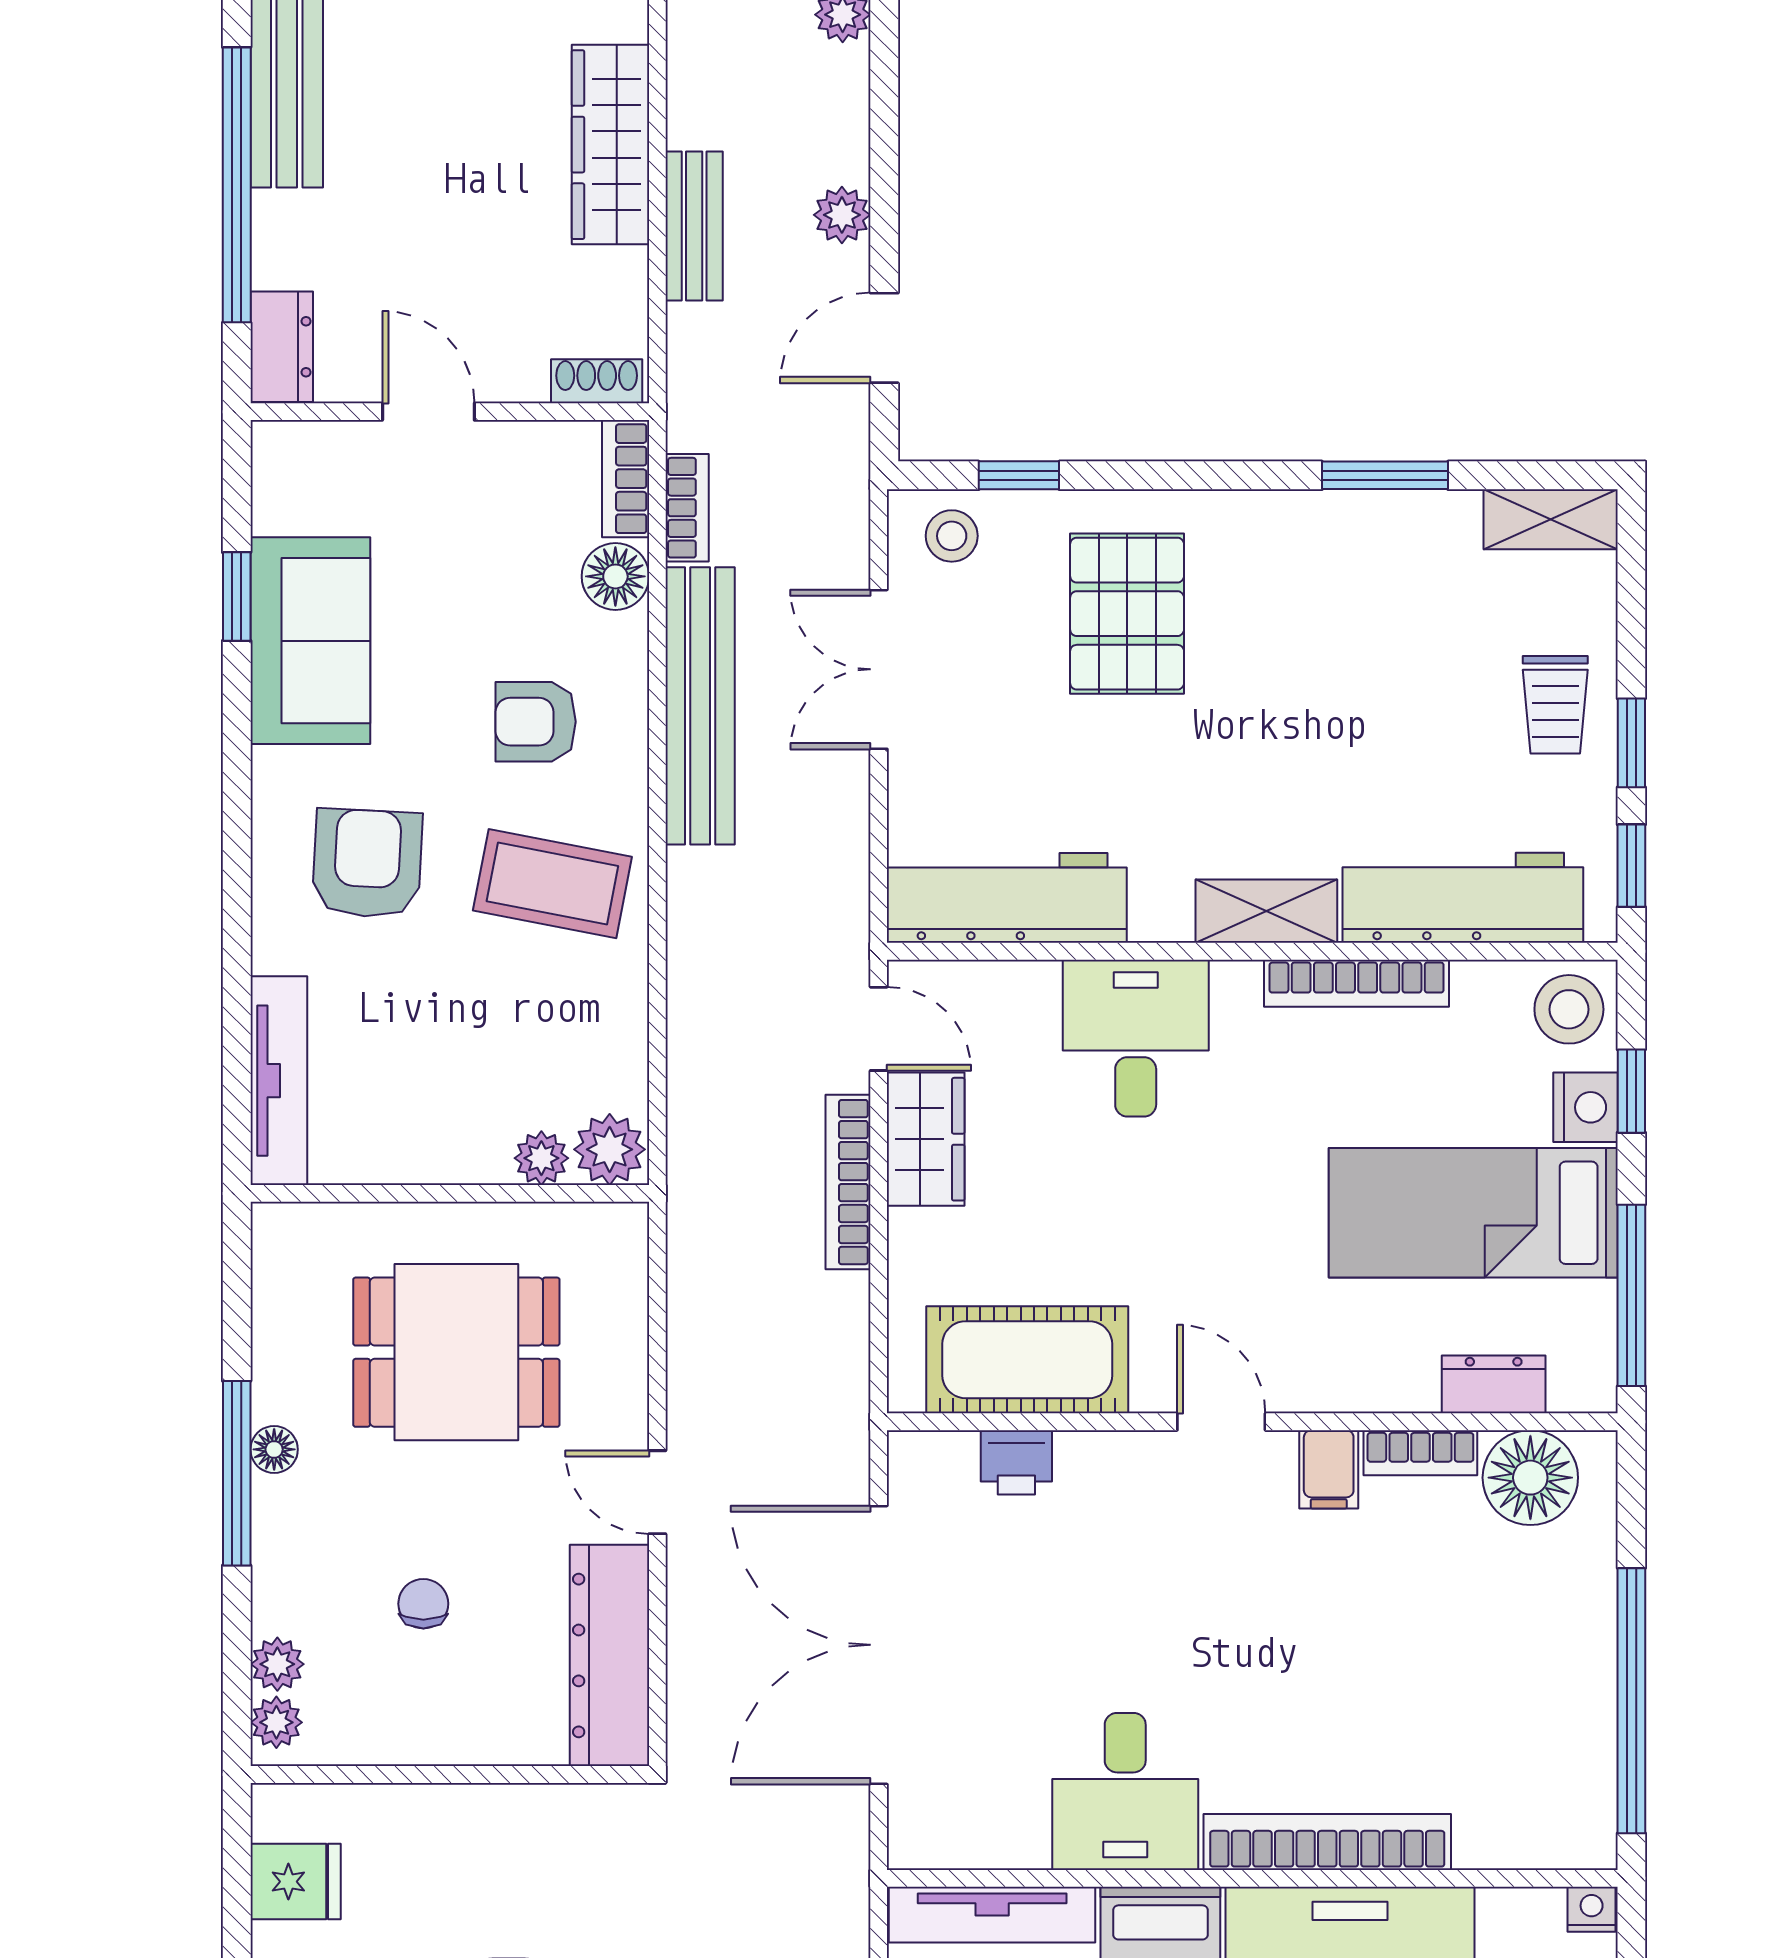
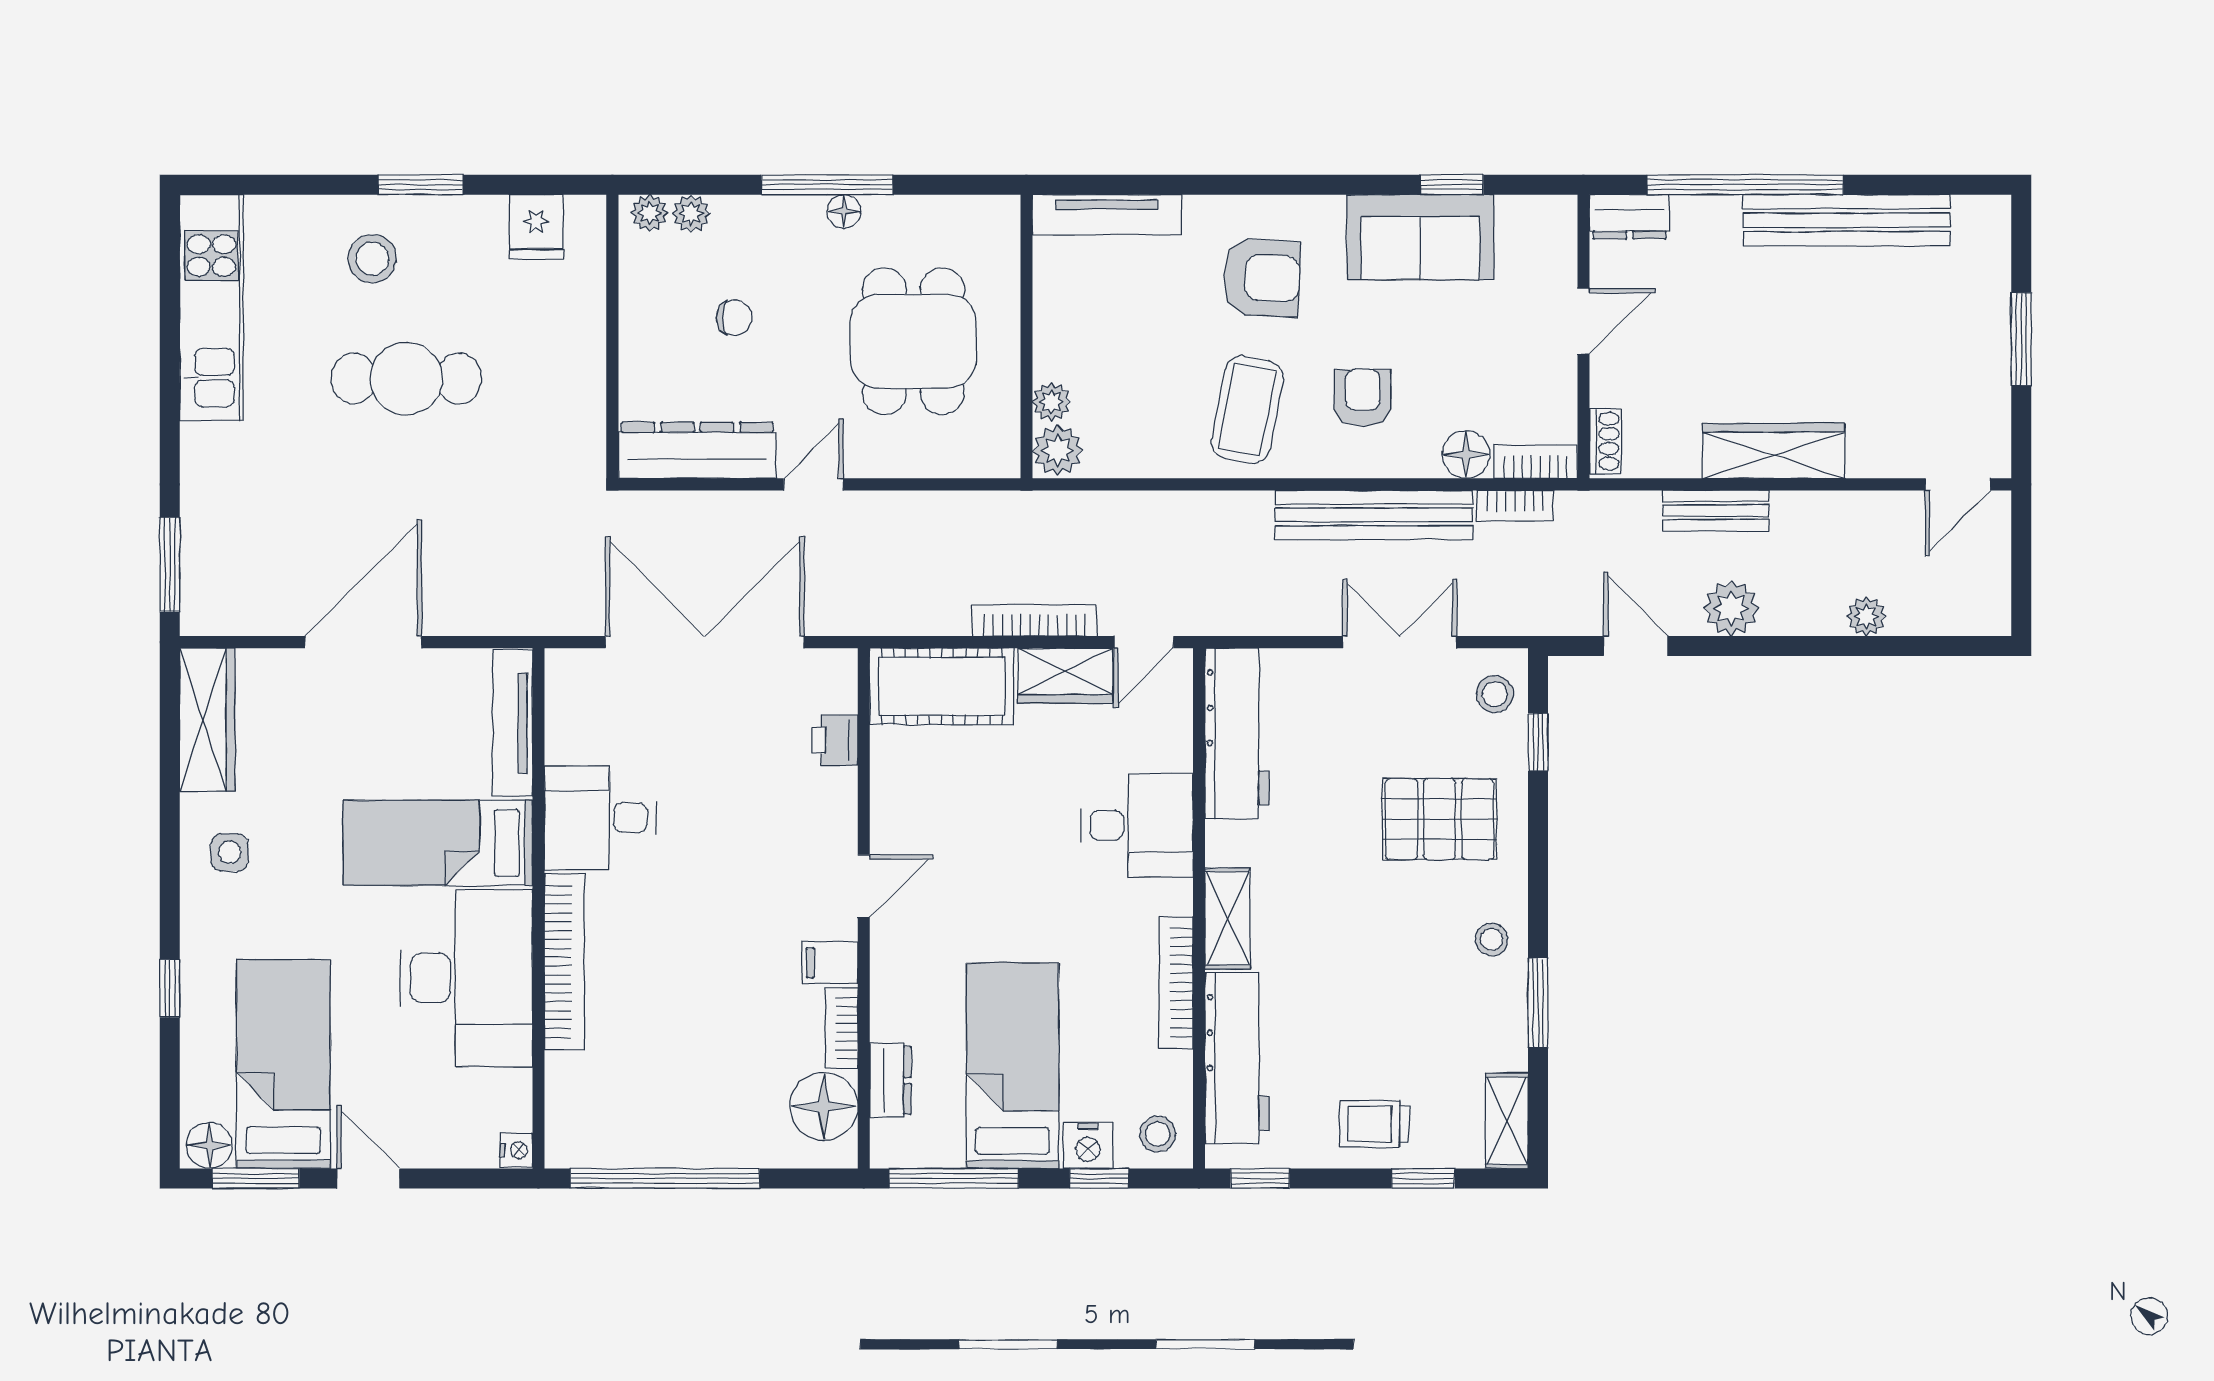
plant: (842, 215) -> (1731, 608), width x1.38, depth x1.38
stool: (1296, 541) -> (1492, 939), added
window: (1631, 743) -> (1423, 1178), moved
stool: (1569, 1009) -> (1158, 1134), width x0.73, depth x0.73
cot: (1027, 1360) -> (942, 686), moved, turned 90

